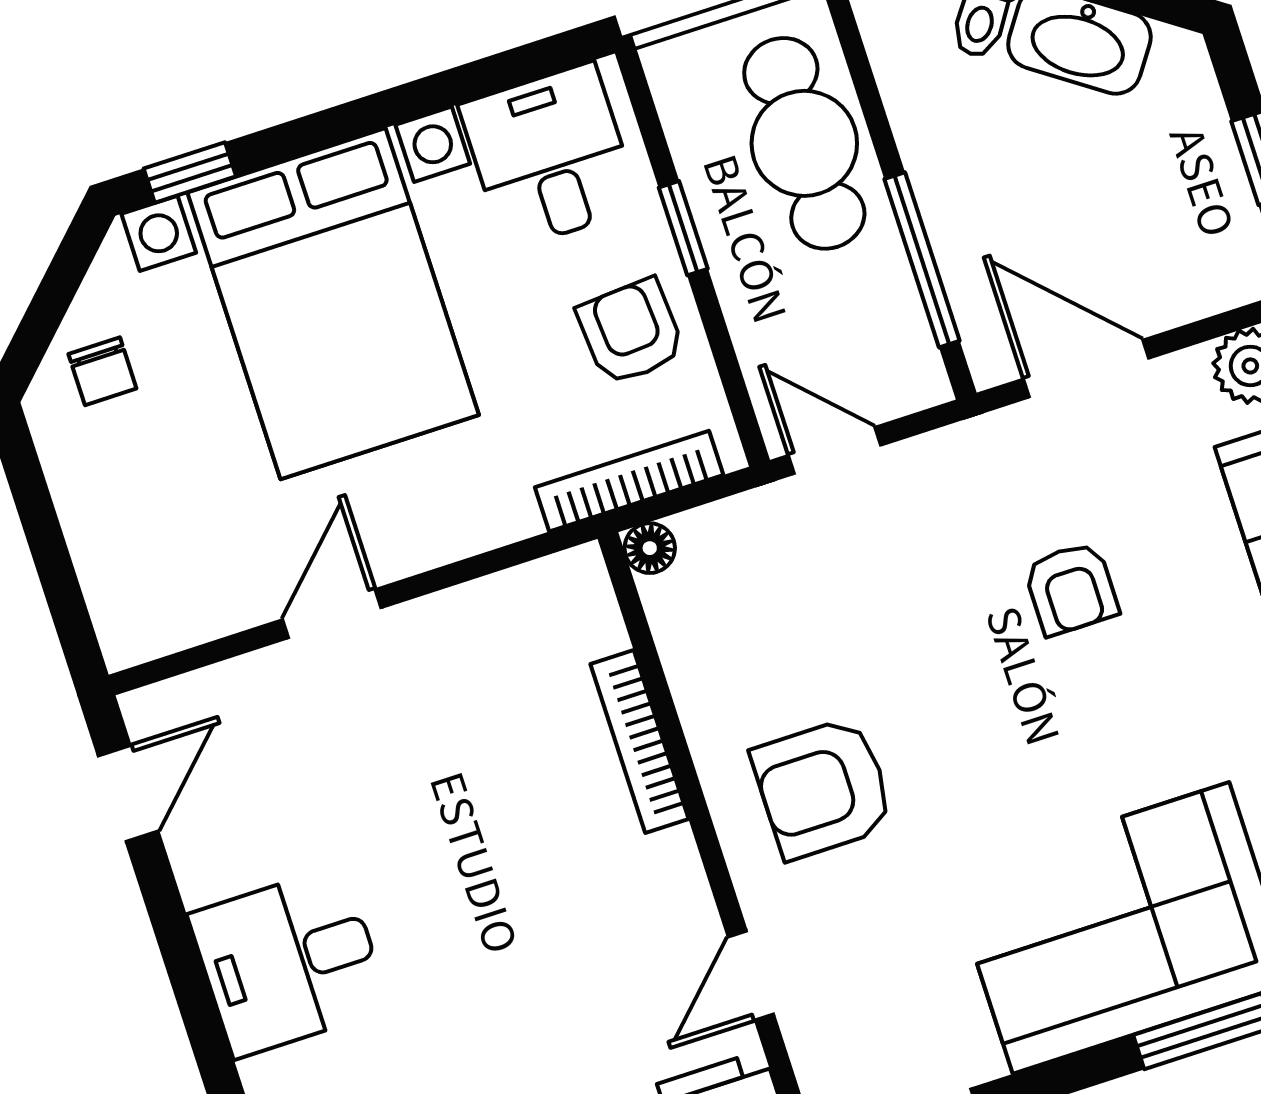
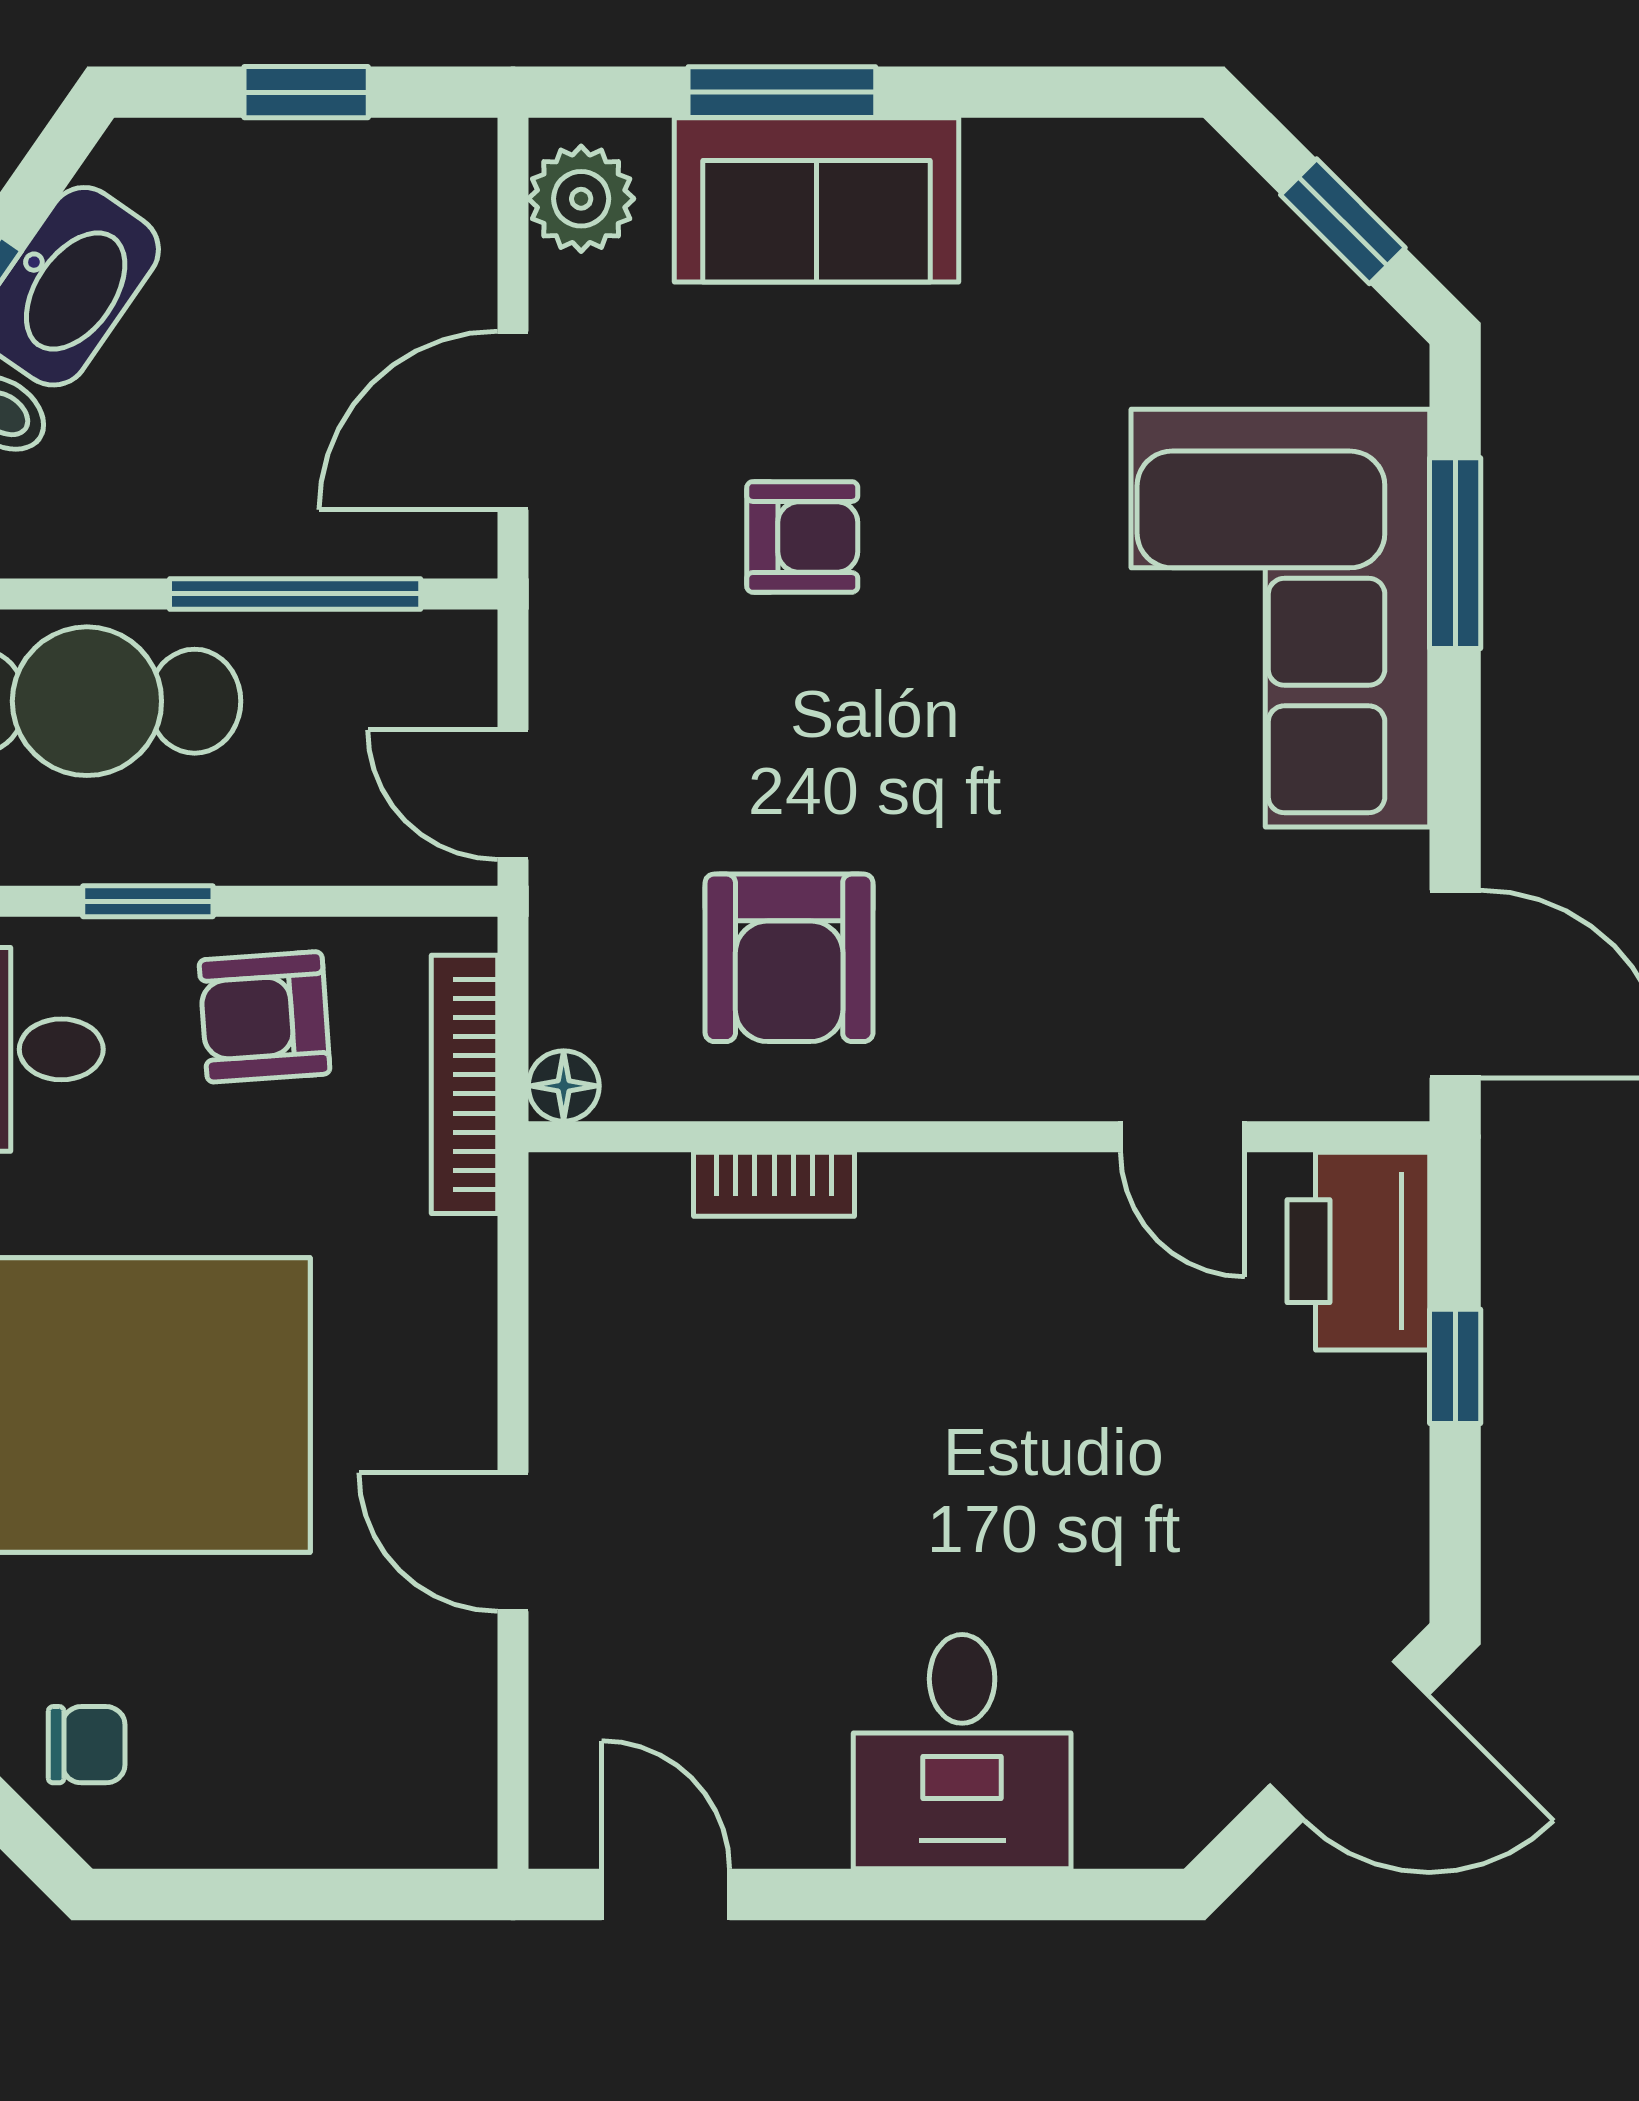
door: (835, 450) -> (513, 795), hinge flipped
bookcase: (639, 742) -> (774, 1184), width x0.64
armchair: (823, 788) -> (789, 958), moved

